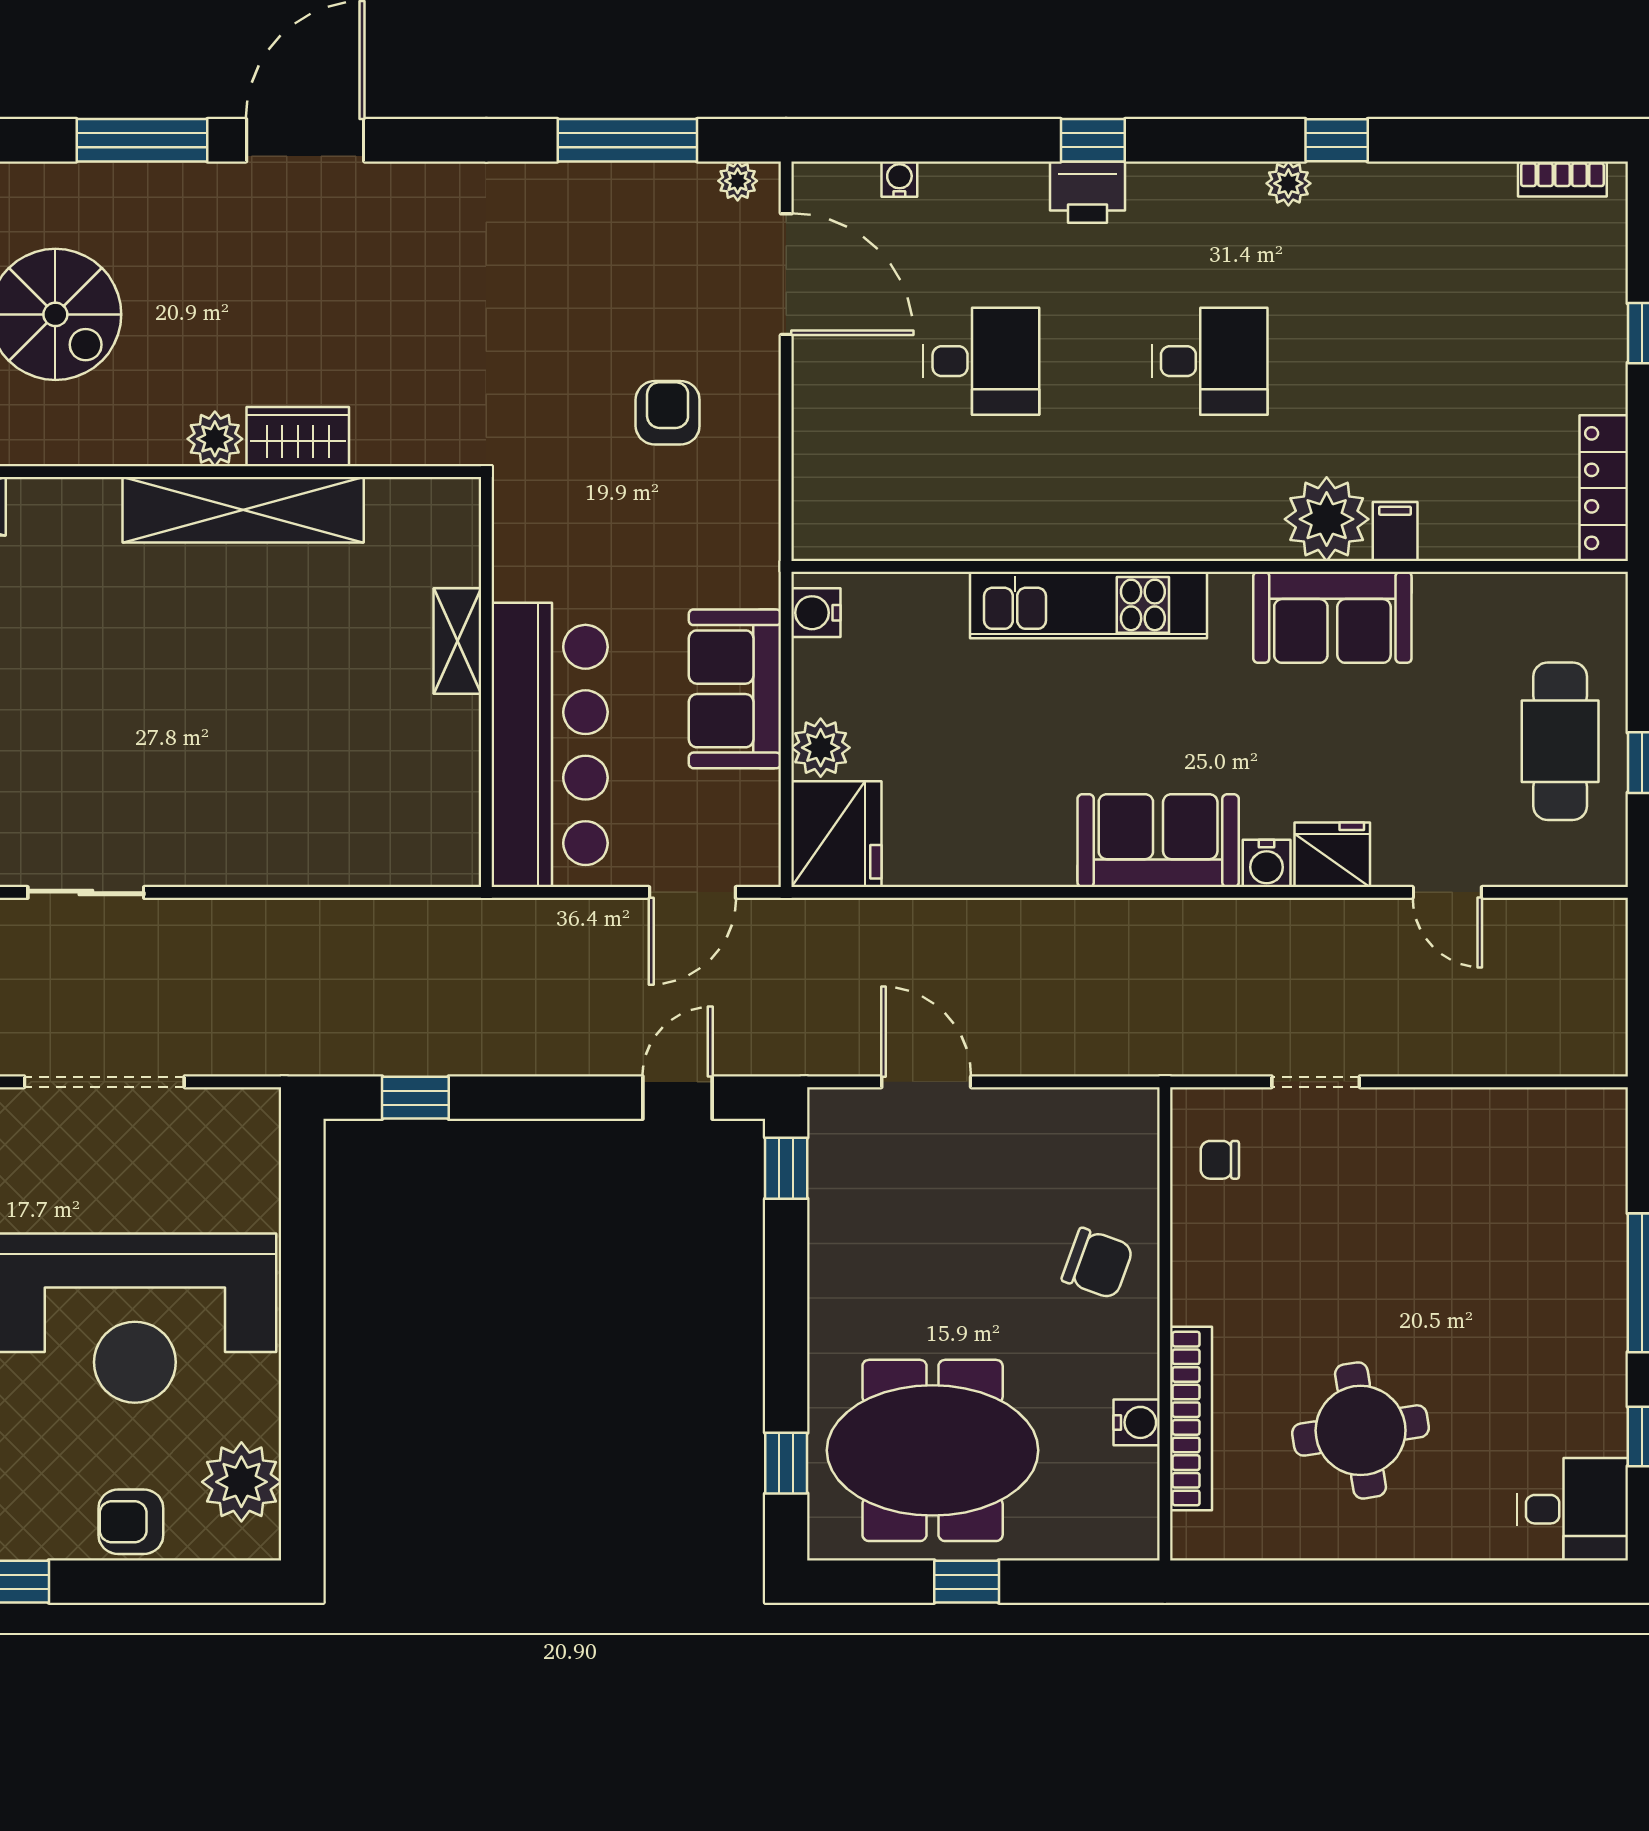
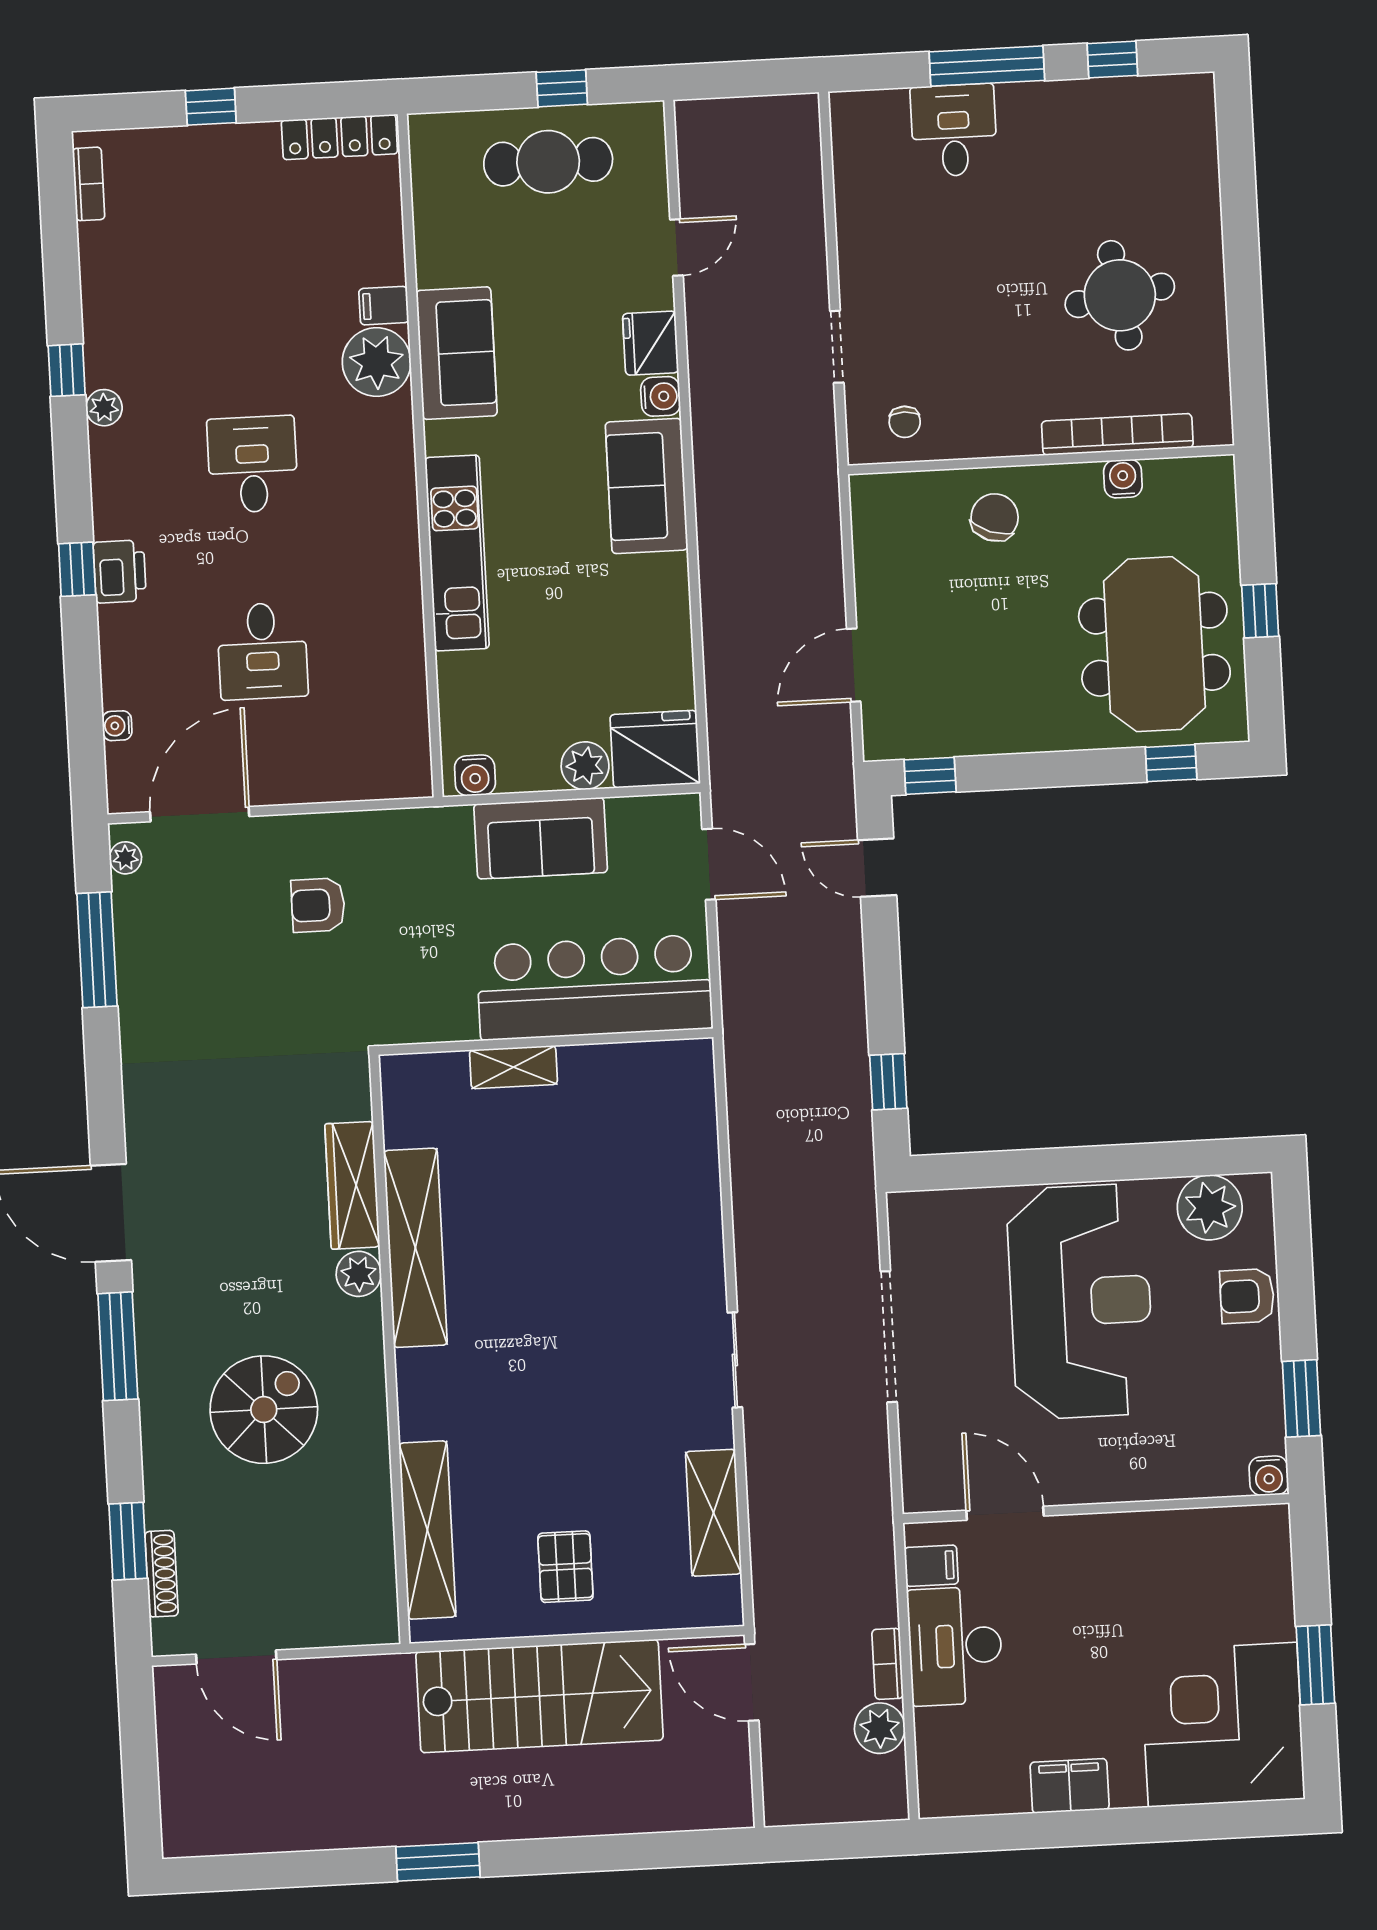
desk: (981, 361) -> (262, 651), turned 180
wardrobe: (298, 437) -> (352, 1185), width x1.50
desk: (1573, 1509) -> (954, 130), moved
armchair: (131, 1522) -> (1247, 1296), turned 90

